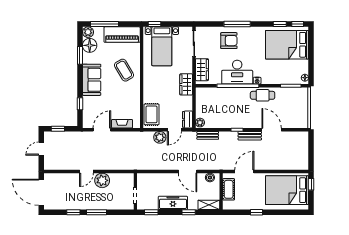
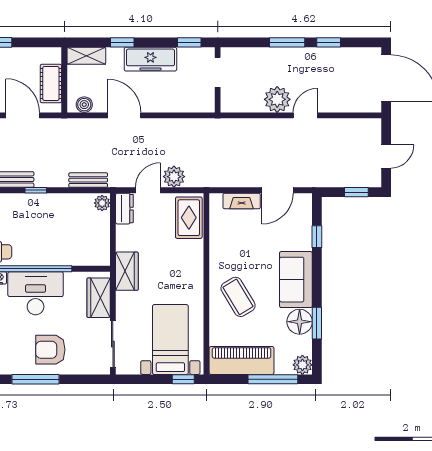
floor lamp: (90, 45) -> (300, 322), moved
door: (244, 172) -> (23, 115), swing flipped

